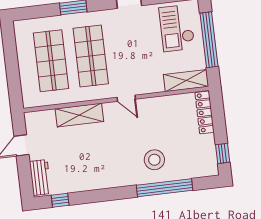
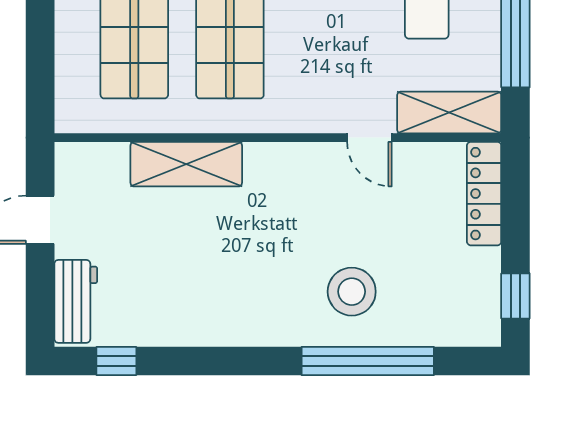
door: (126, 98) -> (369, 138), moved

